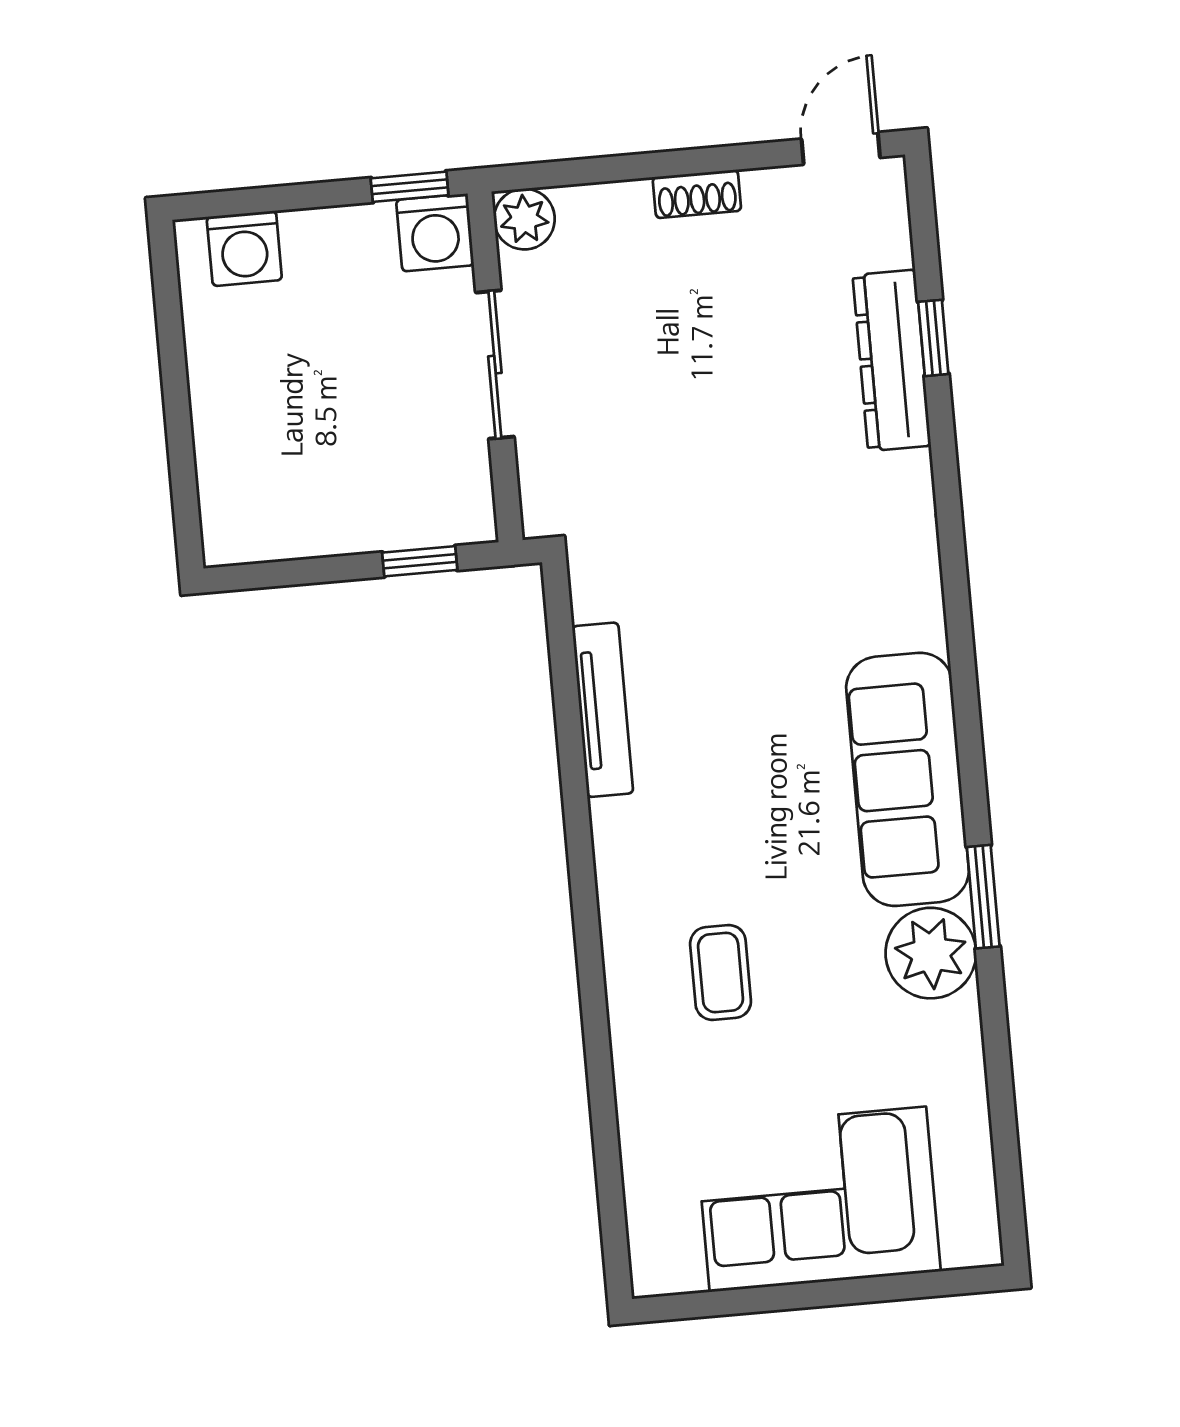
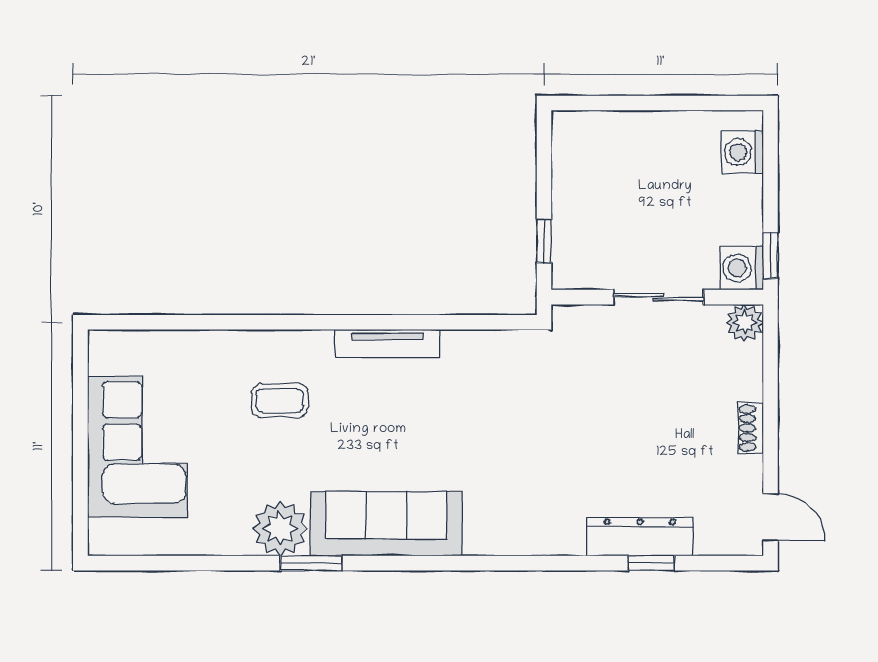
tv unit: (603, 710) -> (387, 343), moved

